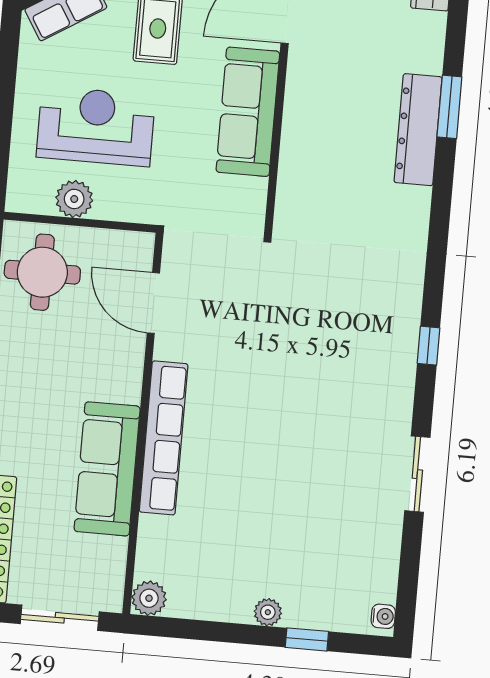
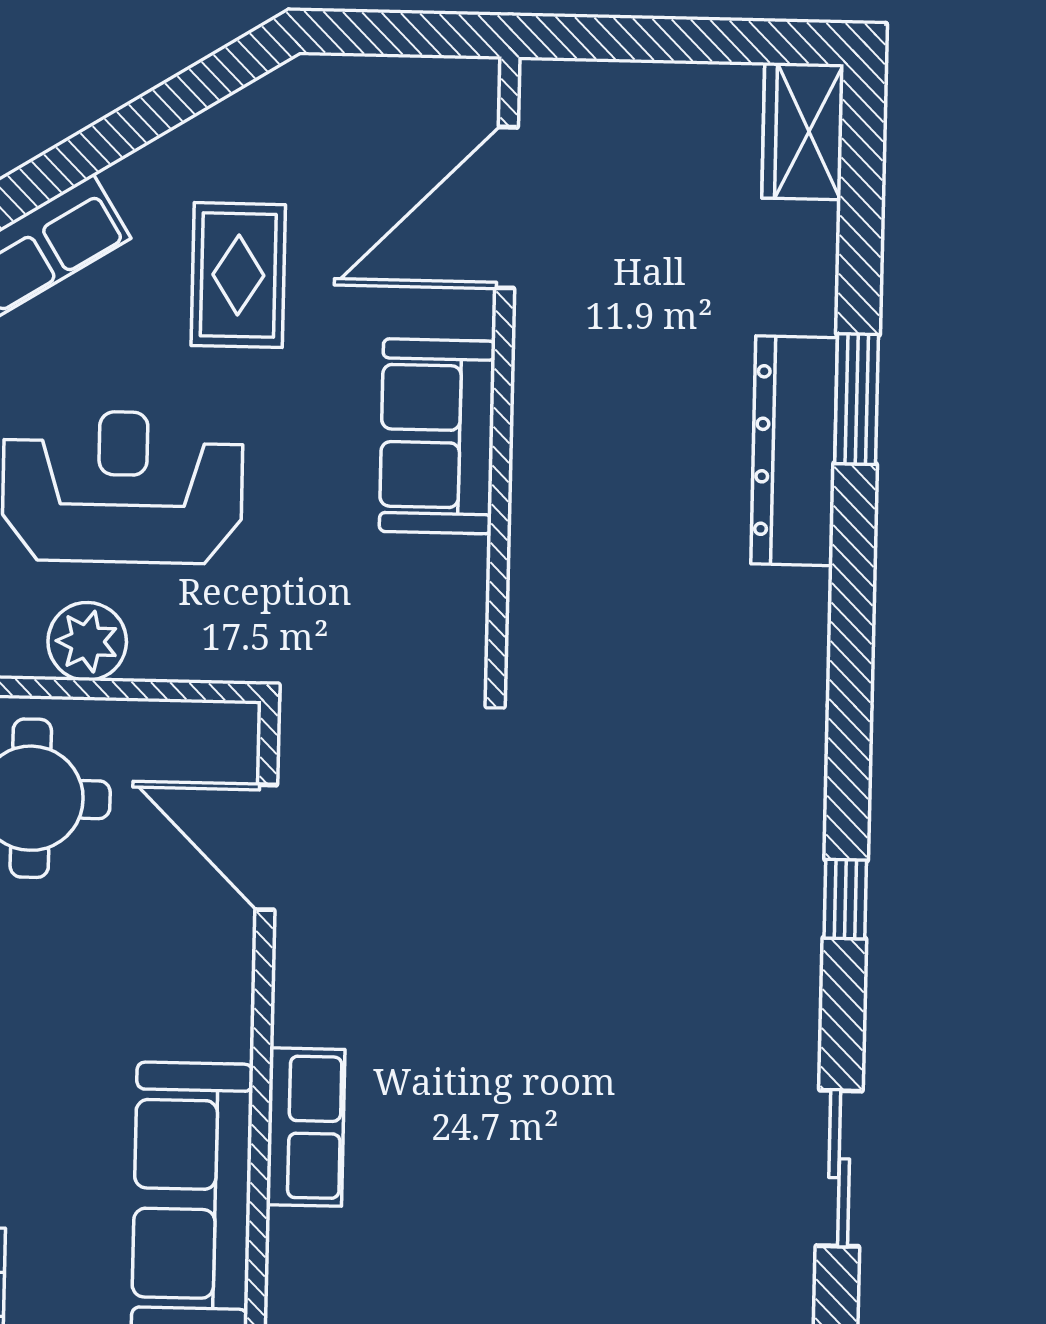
sofa: (248, 112) -> (437, 436), width x0.73
row of seats: (164, 438) -> (306, 1127), width x0.50

